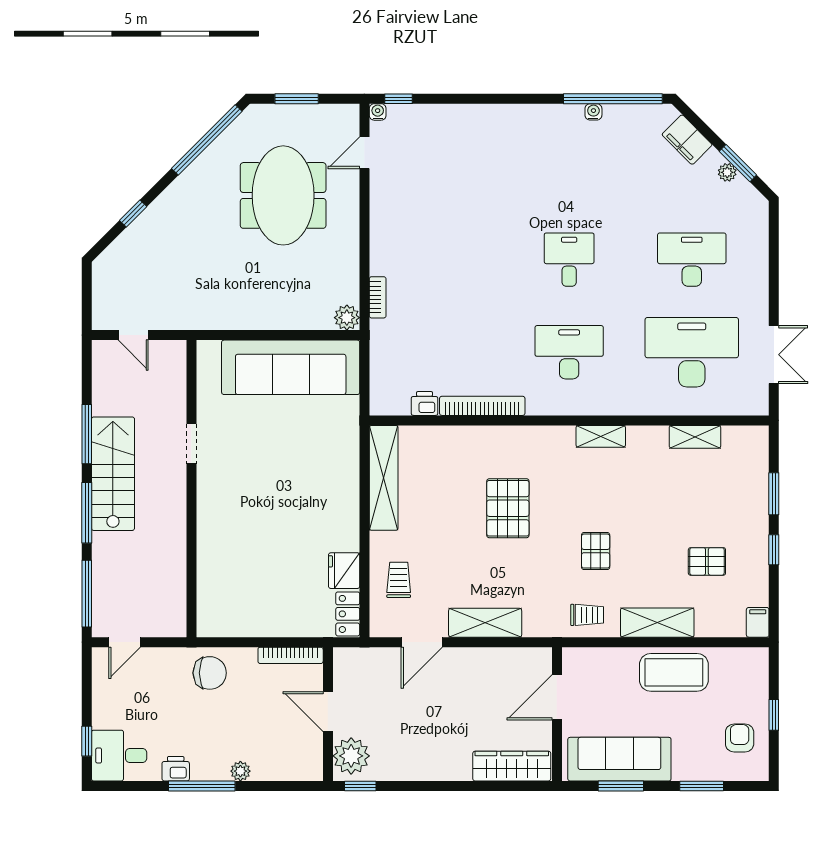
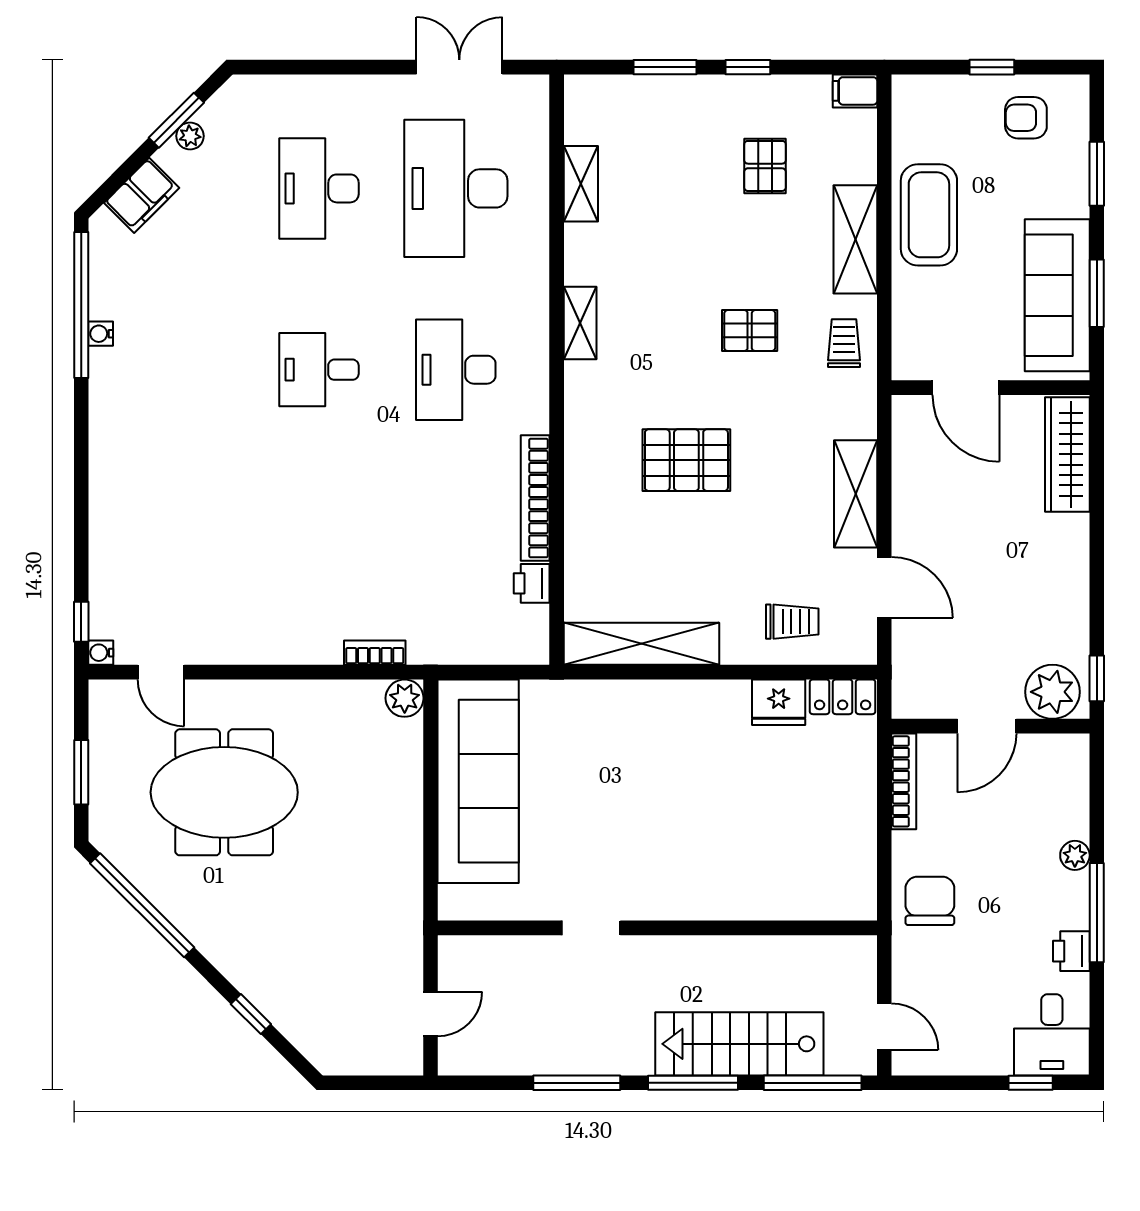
stairs: (113, 474) -> (739, 1044), moved
trolley: (399, 580) -> (792, 622), turned 180

